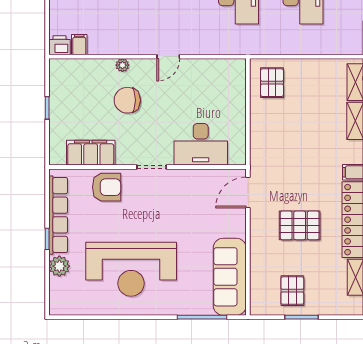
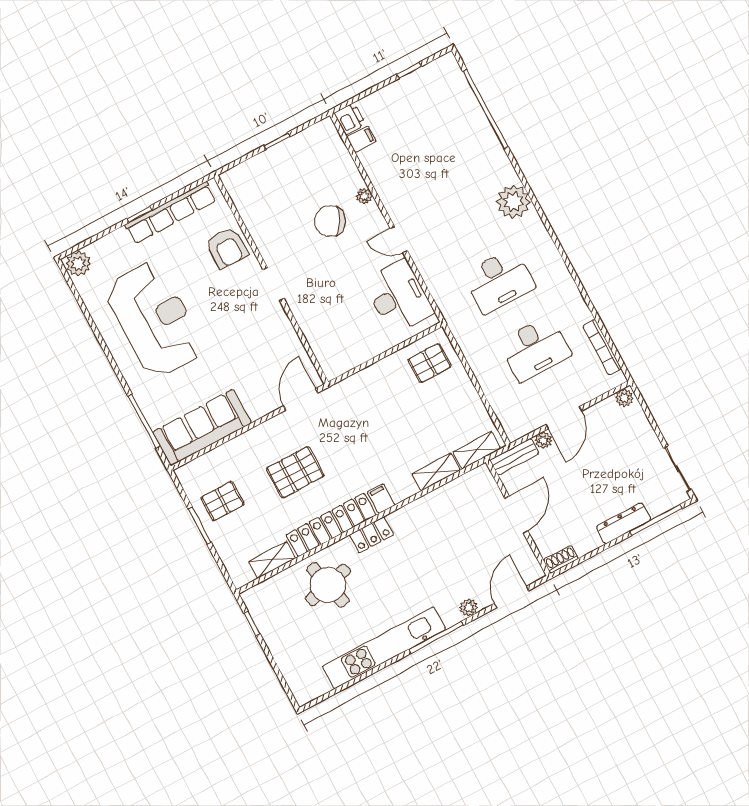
chair: (127, 100) -> (330, 221), turned -60
desk: (201, 144) -> (399, 297), moved, turned 180
filing cabinet: (91, 153) -> (254, 212), removed
door: (248, 192) -> (301, 399), hinge flipped
pallet: (300, 225) -> (295, 472), turned 90
plant: (59, 266) -> (78, 264), moved
reception desk: (131, 269) -> (155, 320), turned 180

